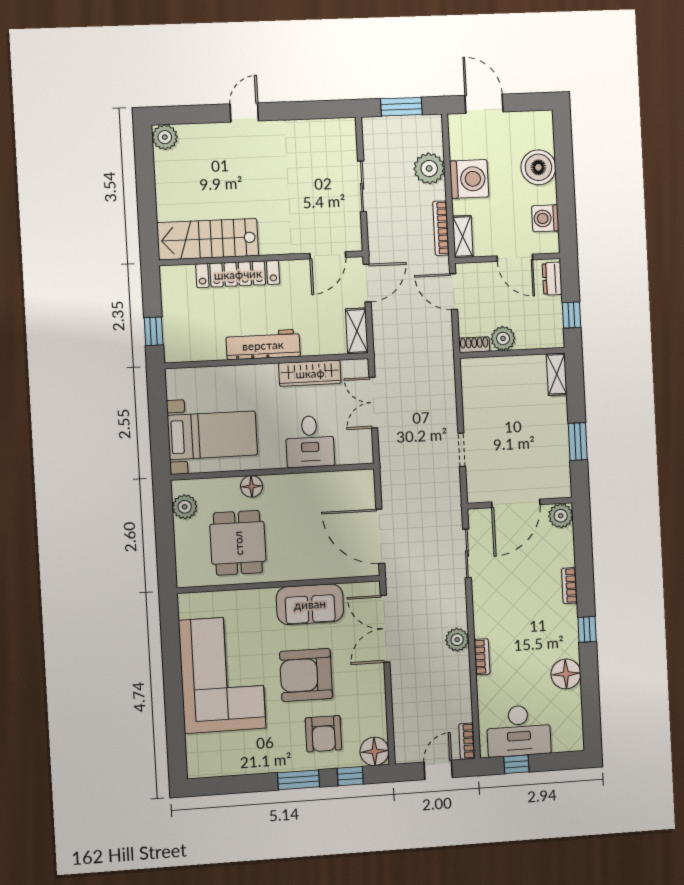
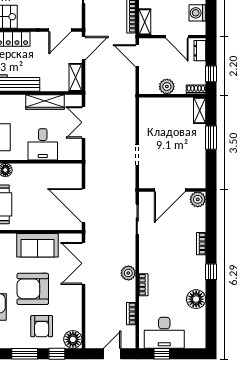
shoe rack: (474, 345) -> (196, 90), moved
window: (578, 442) -> (211, 138), moved
bookcase: (467, 741) -> (131, 314), moved

